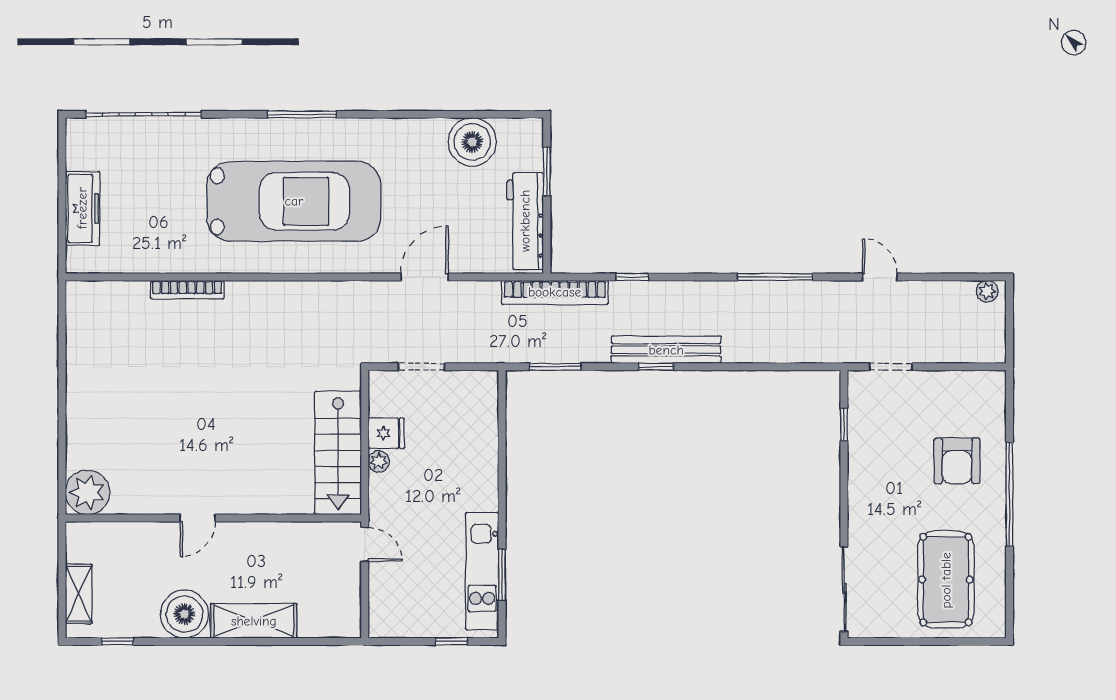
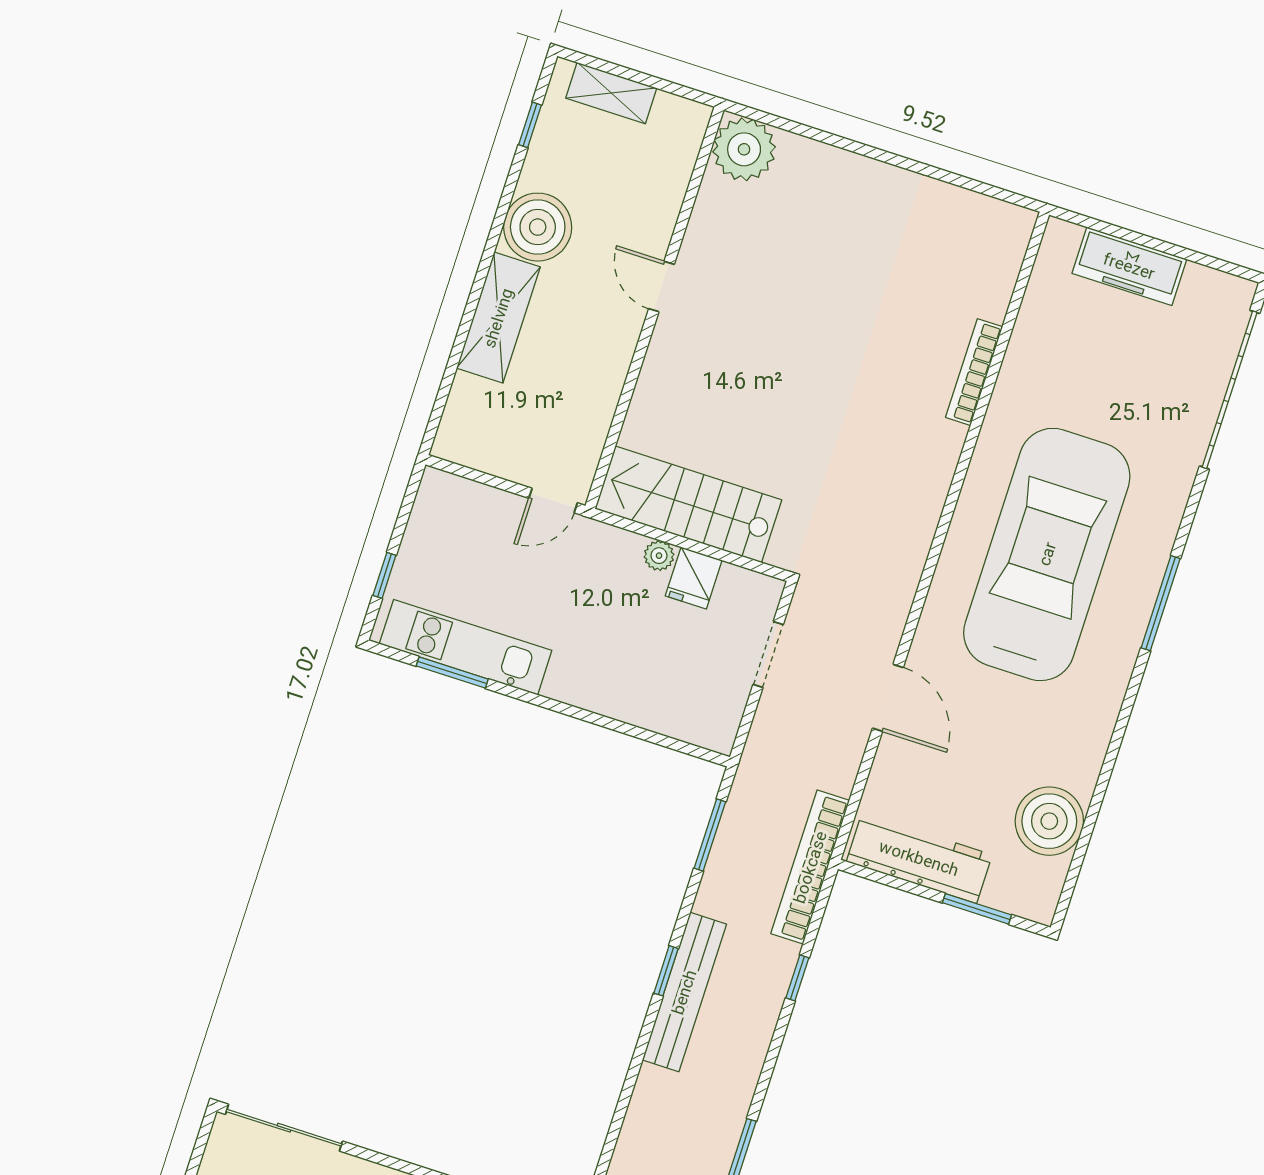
car: (294, 201) -> (1047, 554), turned 180

